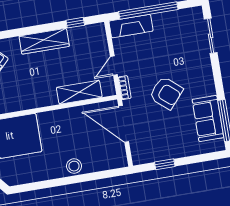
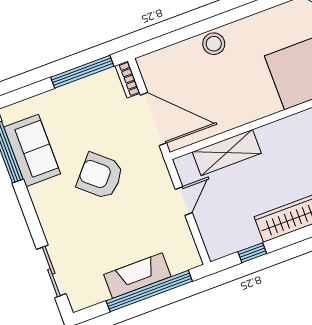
fireplace: (131, 26) -> (137, 276), moved
bookcase: (125, 88) -> (128, 79), moved
window: (165, 164) -> (82, 72), width x2.17

